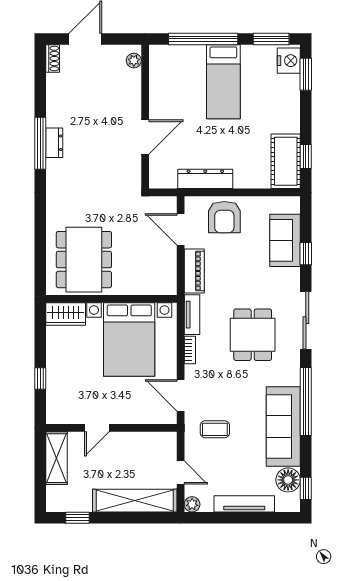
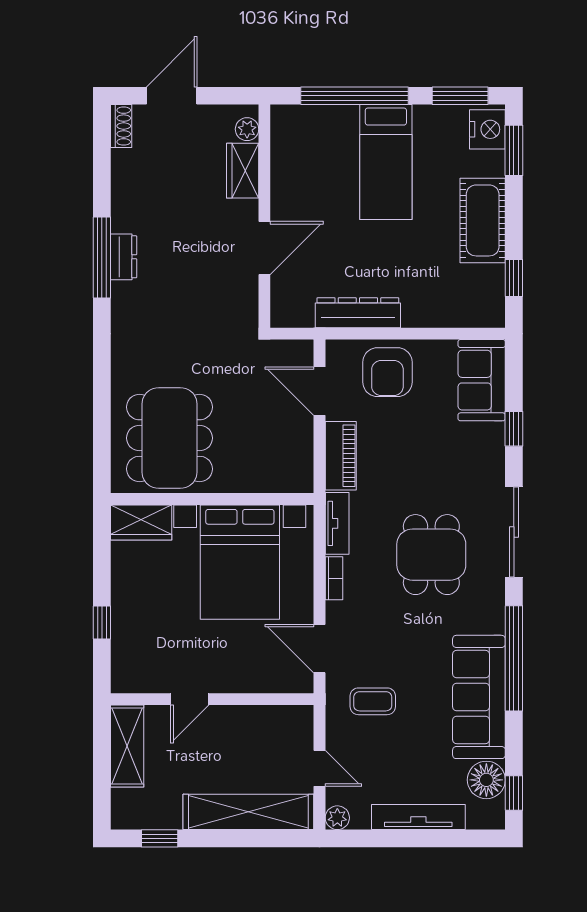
wardrobe: (131, 87) -> (243, 171), added
cot: (286, 161) -> (483, 220), moved
sofa: (285, 240) -> (482, 380), moved

